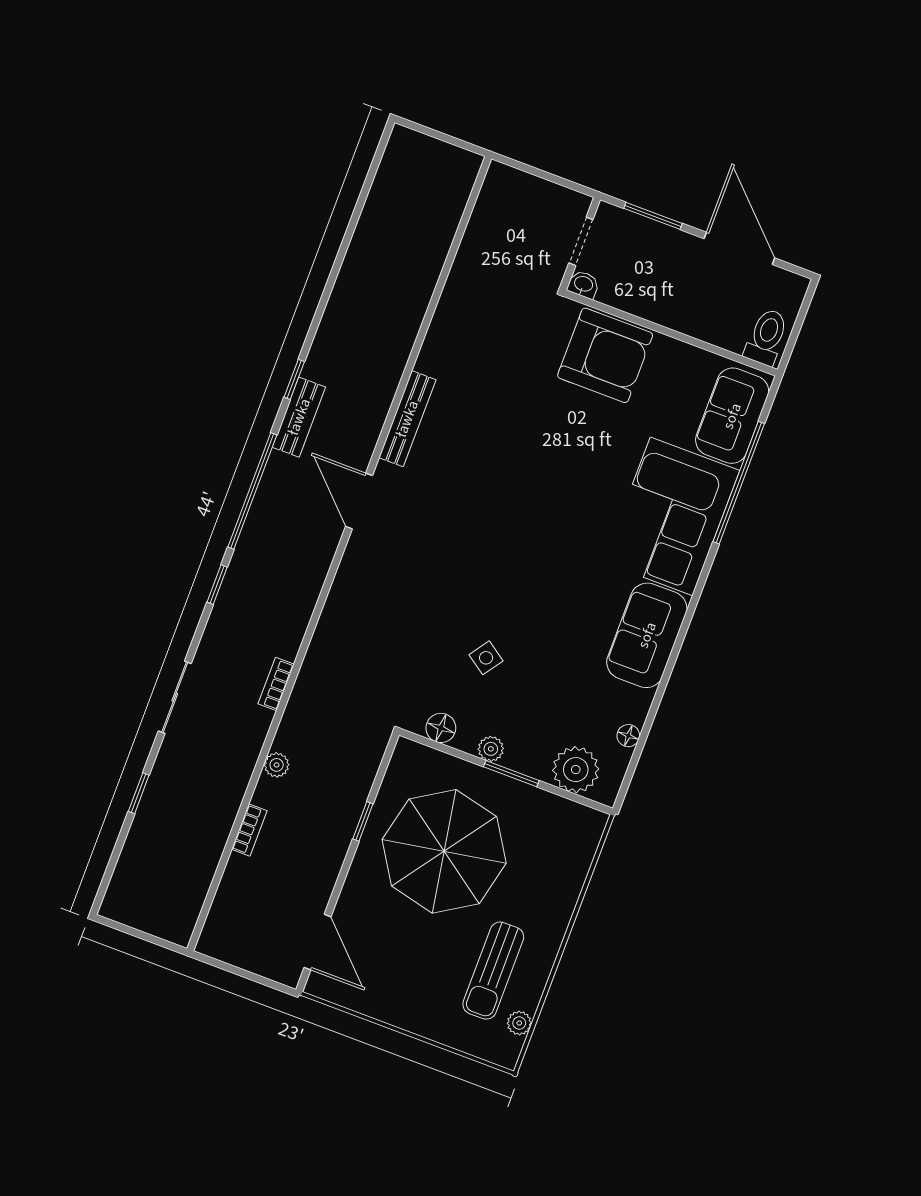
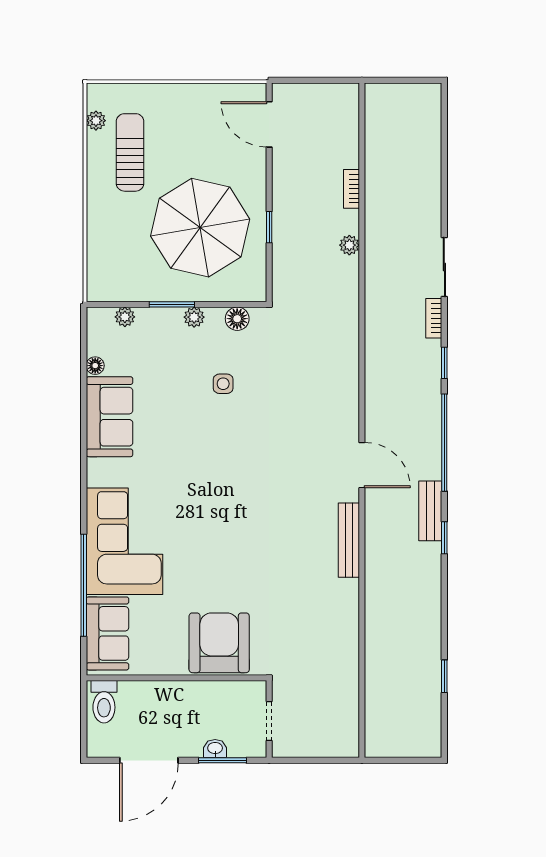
door: (739, 248) -> (149, 760), hinge flipped
washbasin: (583, 284) -> (215, 749), moved, turned 180
armchair: (605, 355) -> (219, 643), turned 90
sofa: (647, 635) -> (109, 417), moved
side table: (486, 658) -> (223, 384), turned -35
bookcase: (276, 684) -> (434, 318), moved, turned 180
plant: (576, 770) -> (125, 317), width x0.53, depth x0.53
window: (139, 793) -> (444, 676), moved

